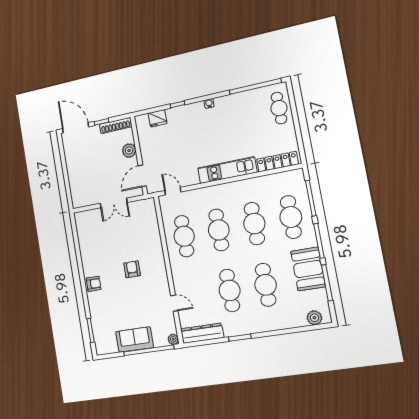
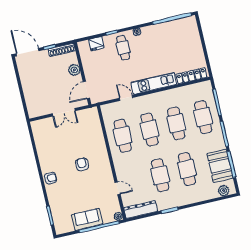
cafe table: (279, 108) -> (123, 48), moved
door: (173, 191) -> (126, 98), moved
booth: (308, 269) -> (220, 166), moved

